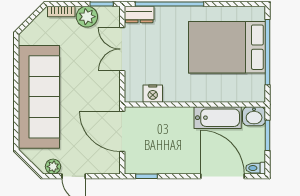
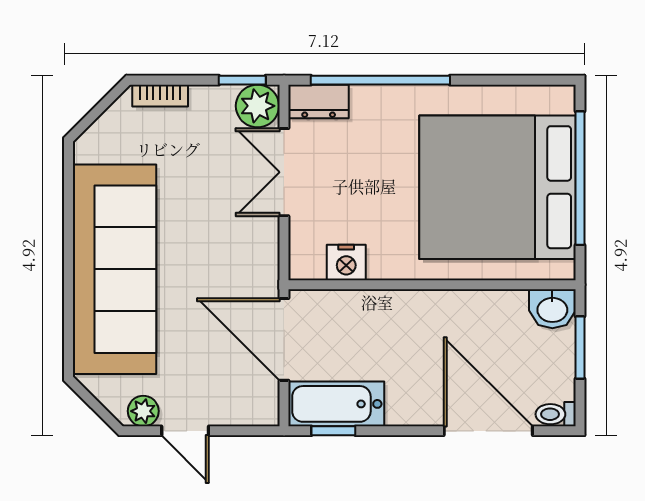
plant: (87, 17) -> (257, 106), moved
bed: (227, 47) -> (497, 187), width x1.36
bathtub: (218, 118) -> (336, 404), moved, turned 180

